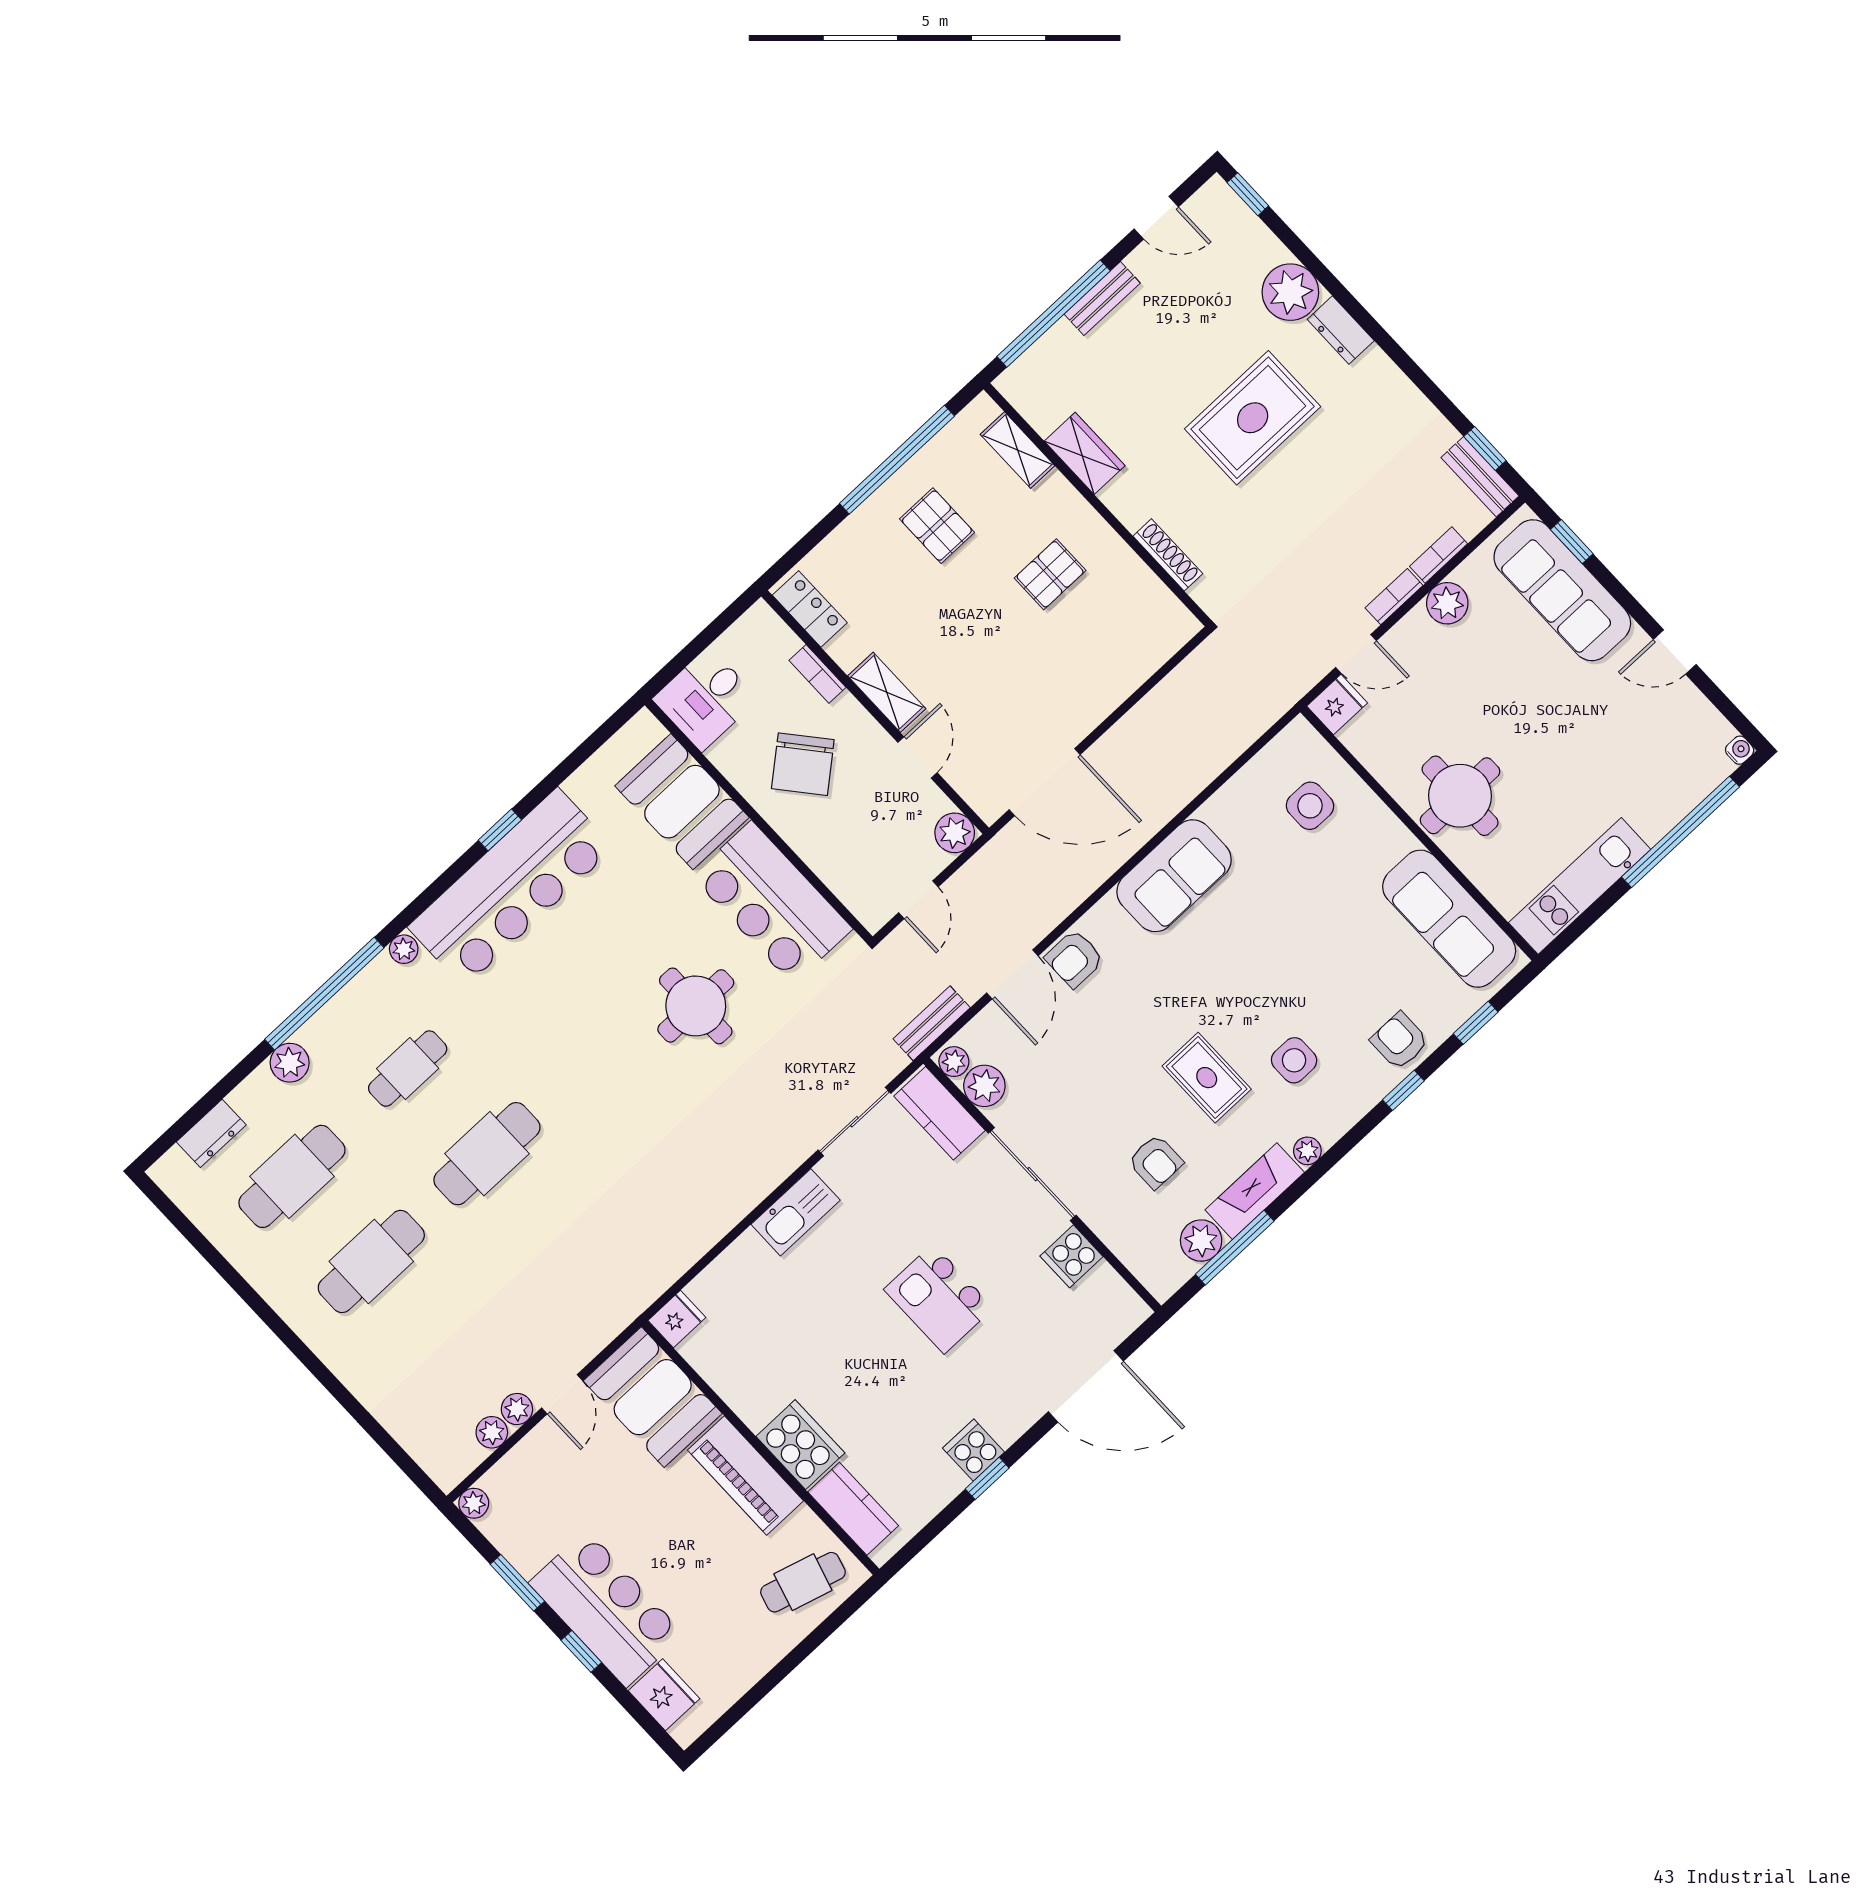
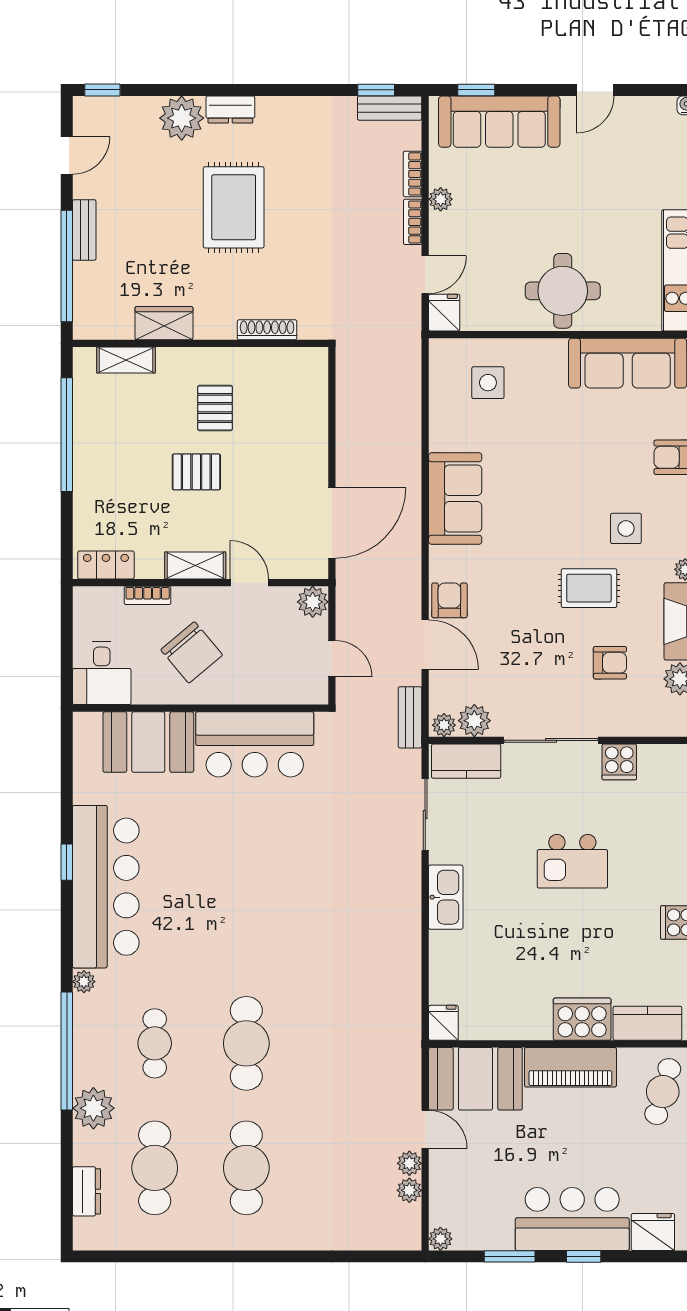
pallet: (937, 526) -> (196, 472), moved
plant: (1447, 603) -> (441, 199), width x0.73, depth x0.73
armchair: (1074, 959) -> (449, 600), turned 180
round table: (696, 1006) -> (273, 844), removed
plant: (290, 1063) -> (93, 1108), width x1.36, depth x1.36

